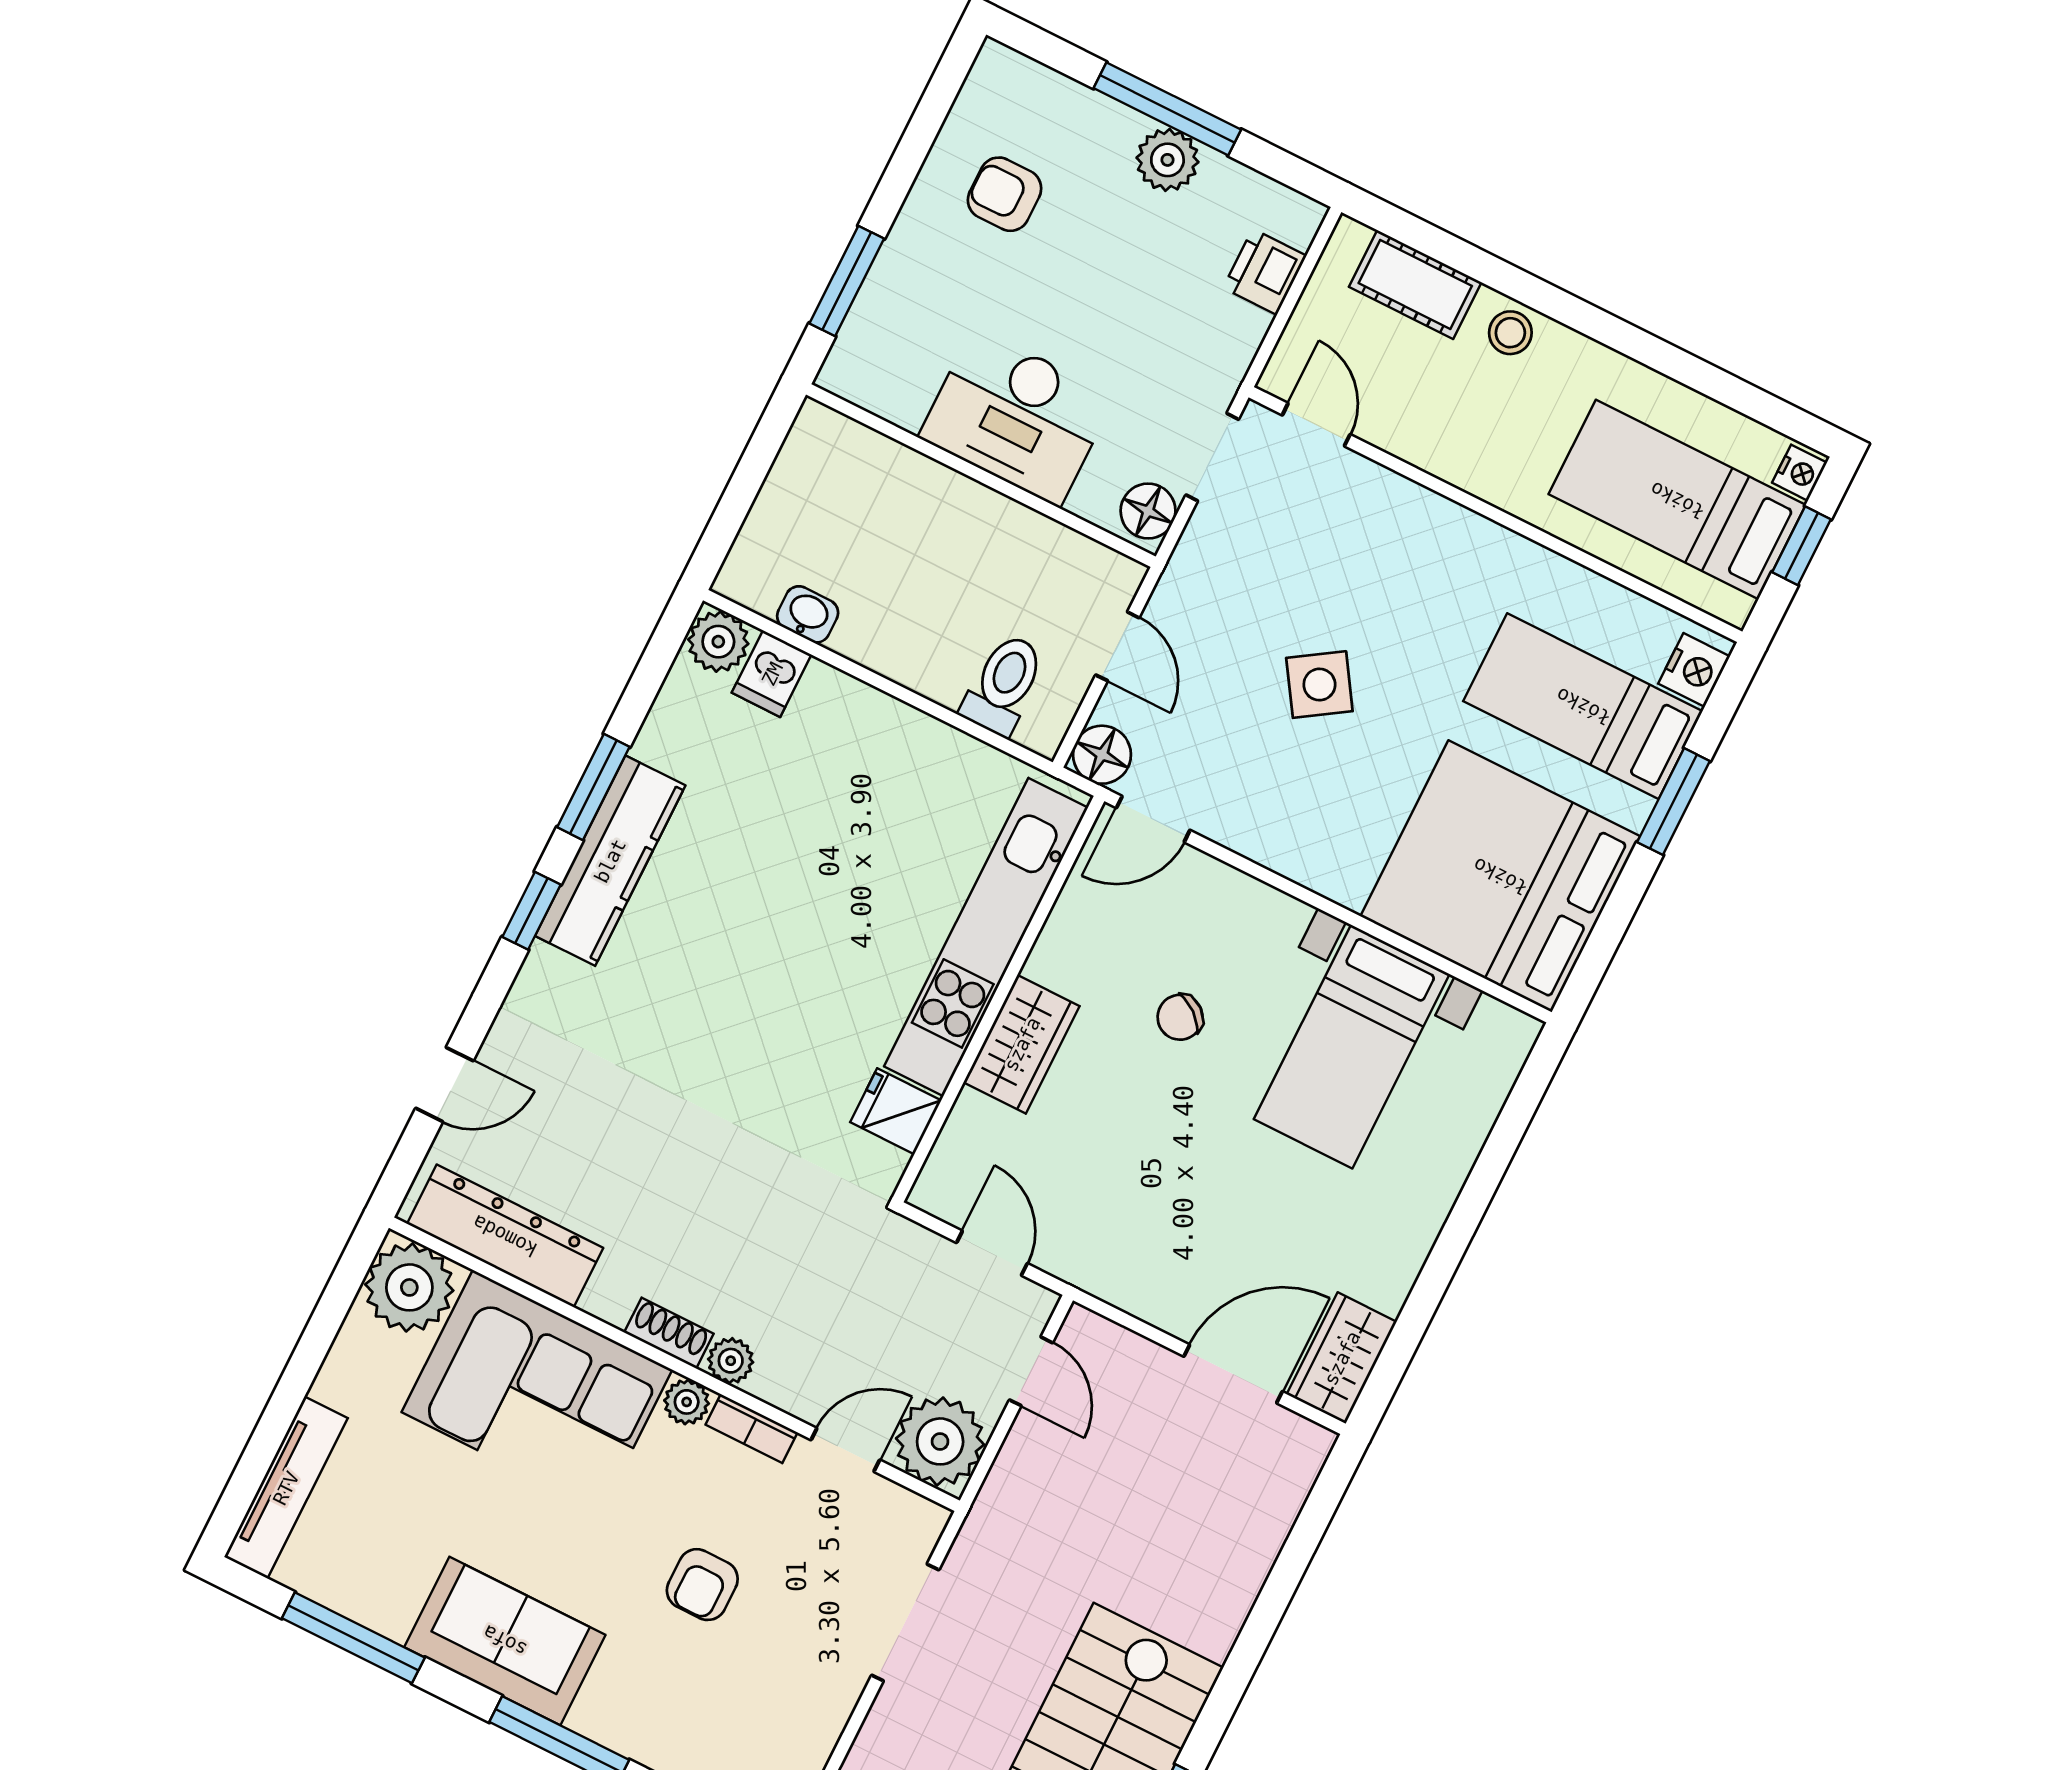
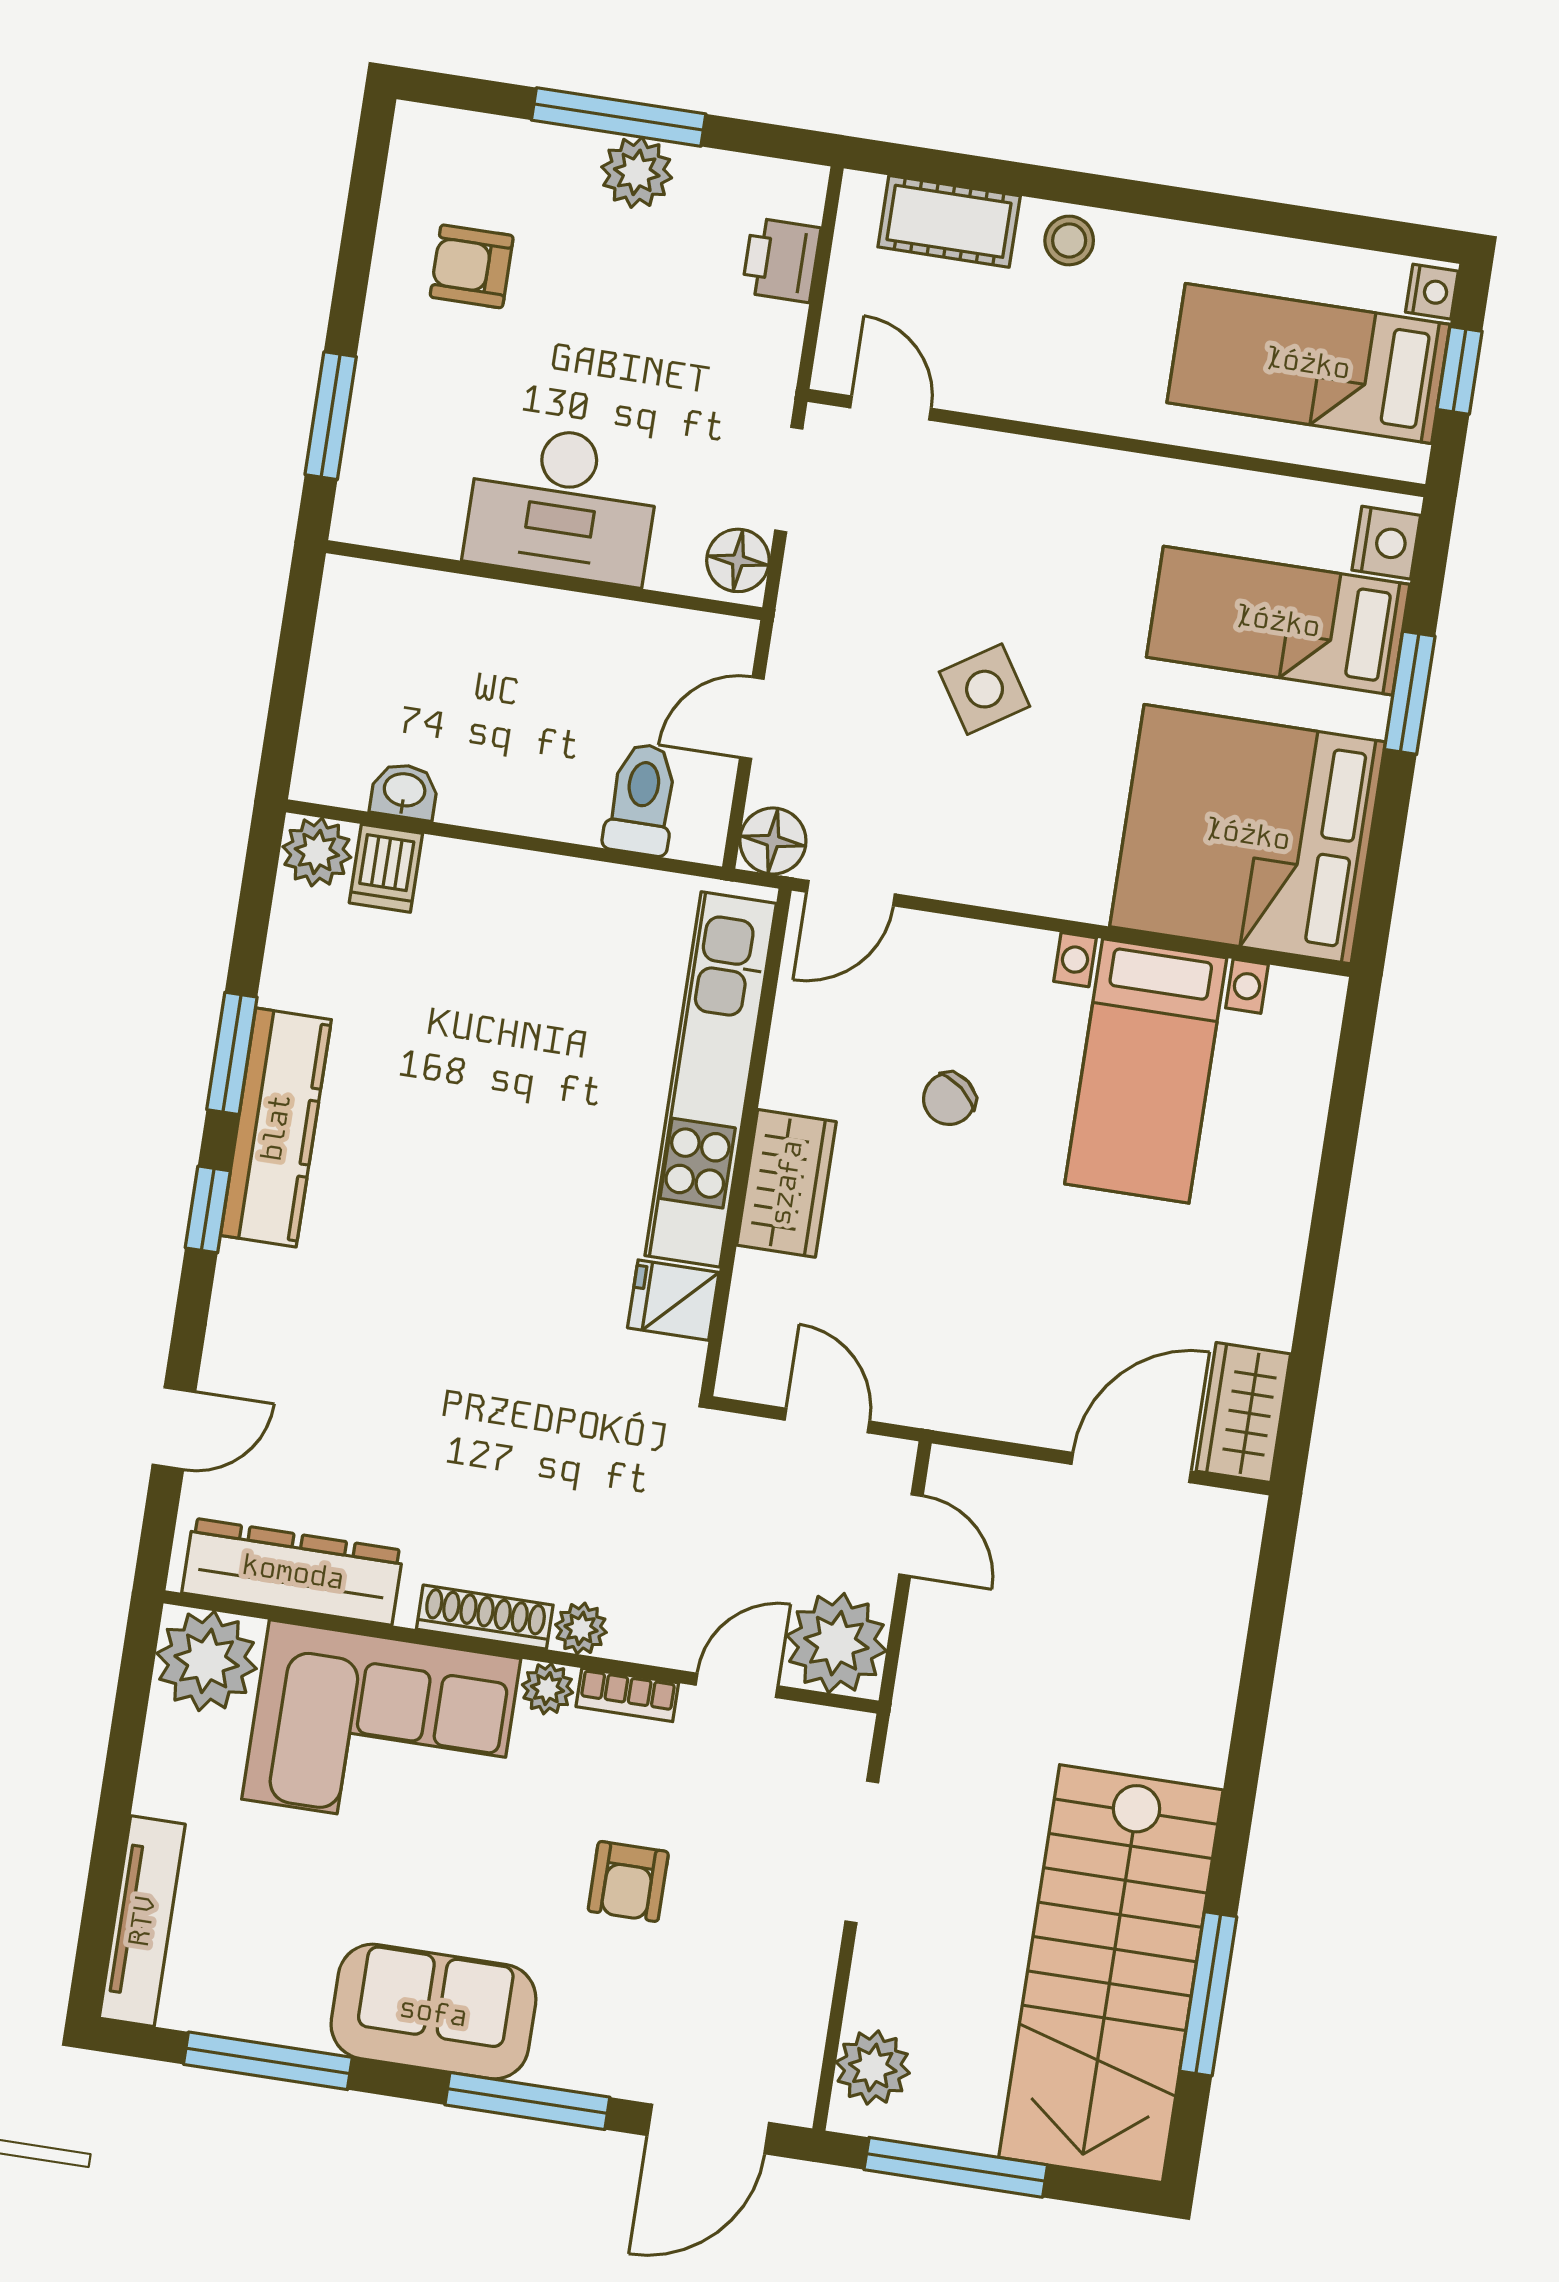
door: (1117, 646) -> (752, 718), swing flipped
shoe rack: (669, 1333) -> (485, 1617), width x1.43

